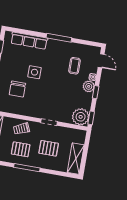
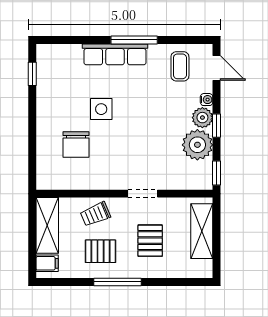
row of seats: (29, 41) -> (115, 54), moved
coffee table: (74, 66) -> (180, 66), moved
plant: (81, 117) -> (197, 145), moved
pallet: (49, 148) -> (150, 241), turned 90
shelving: (76, 159) -> (202, 231), moved

